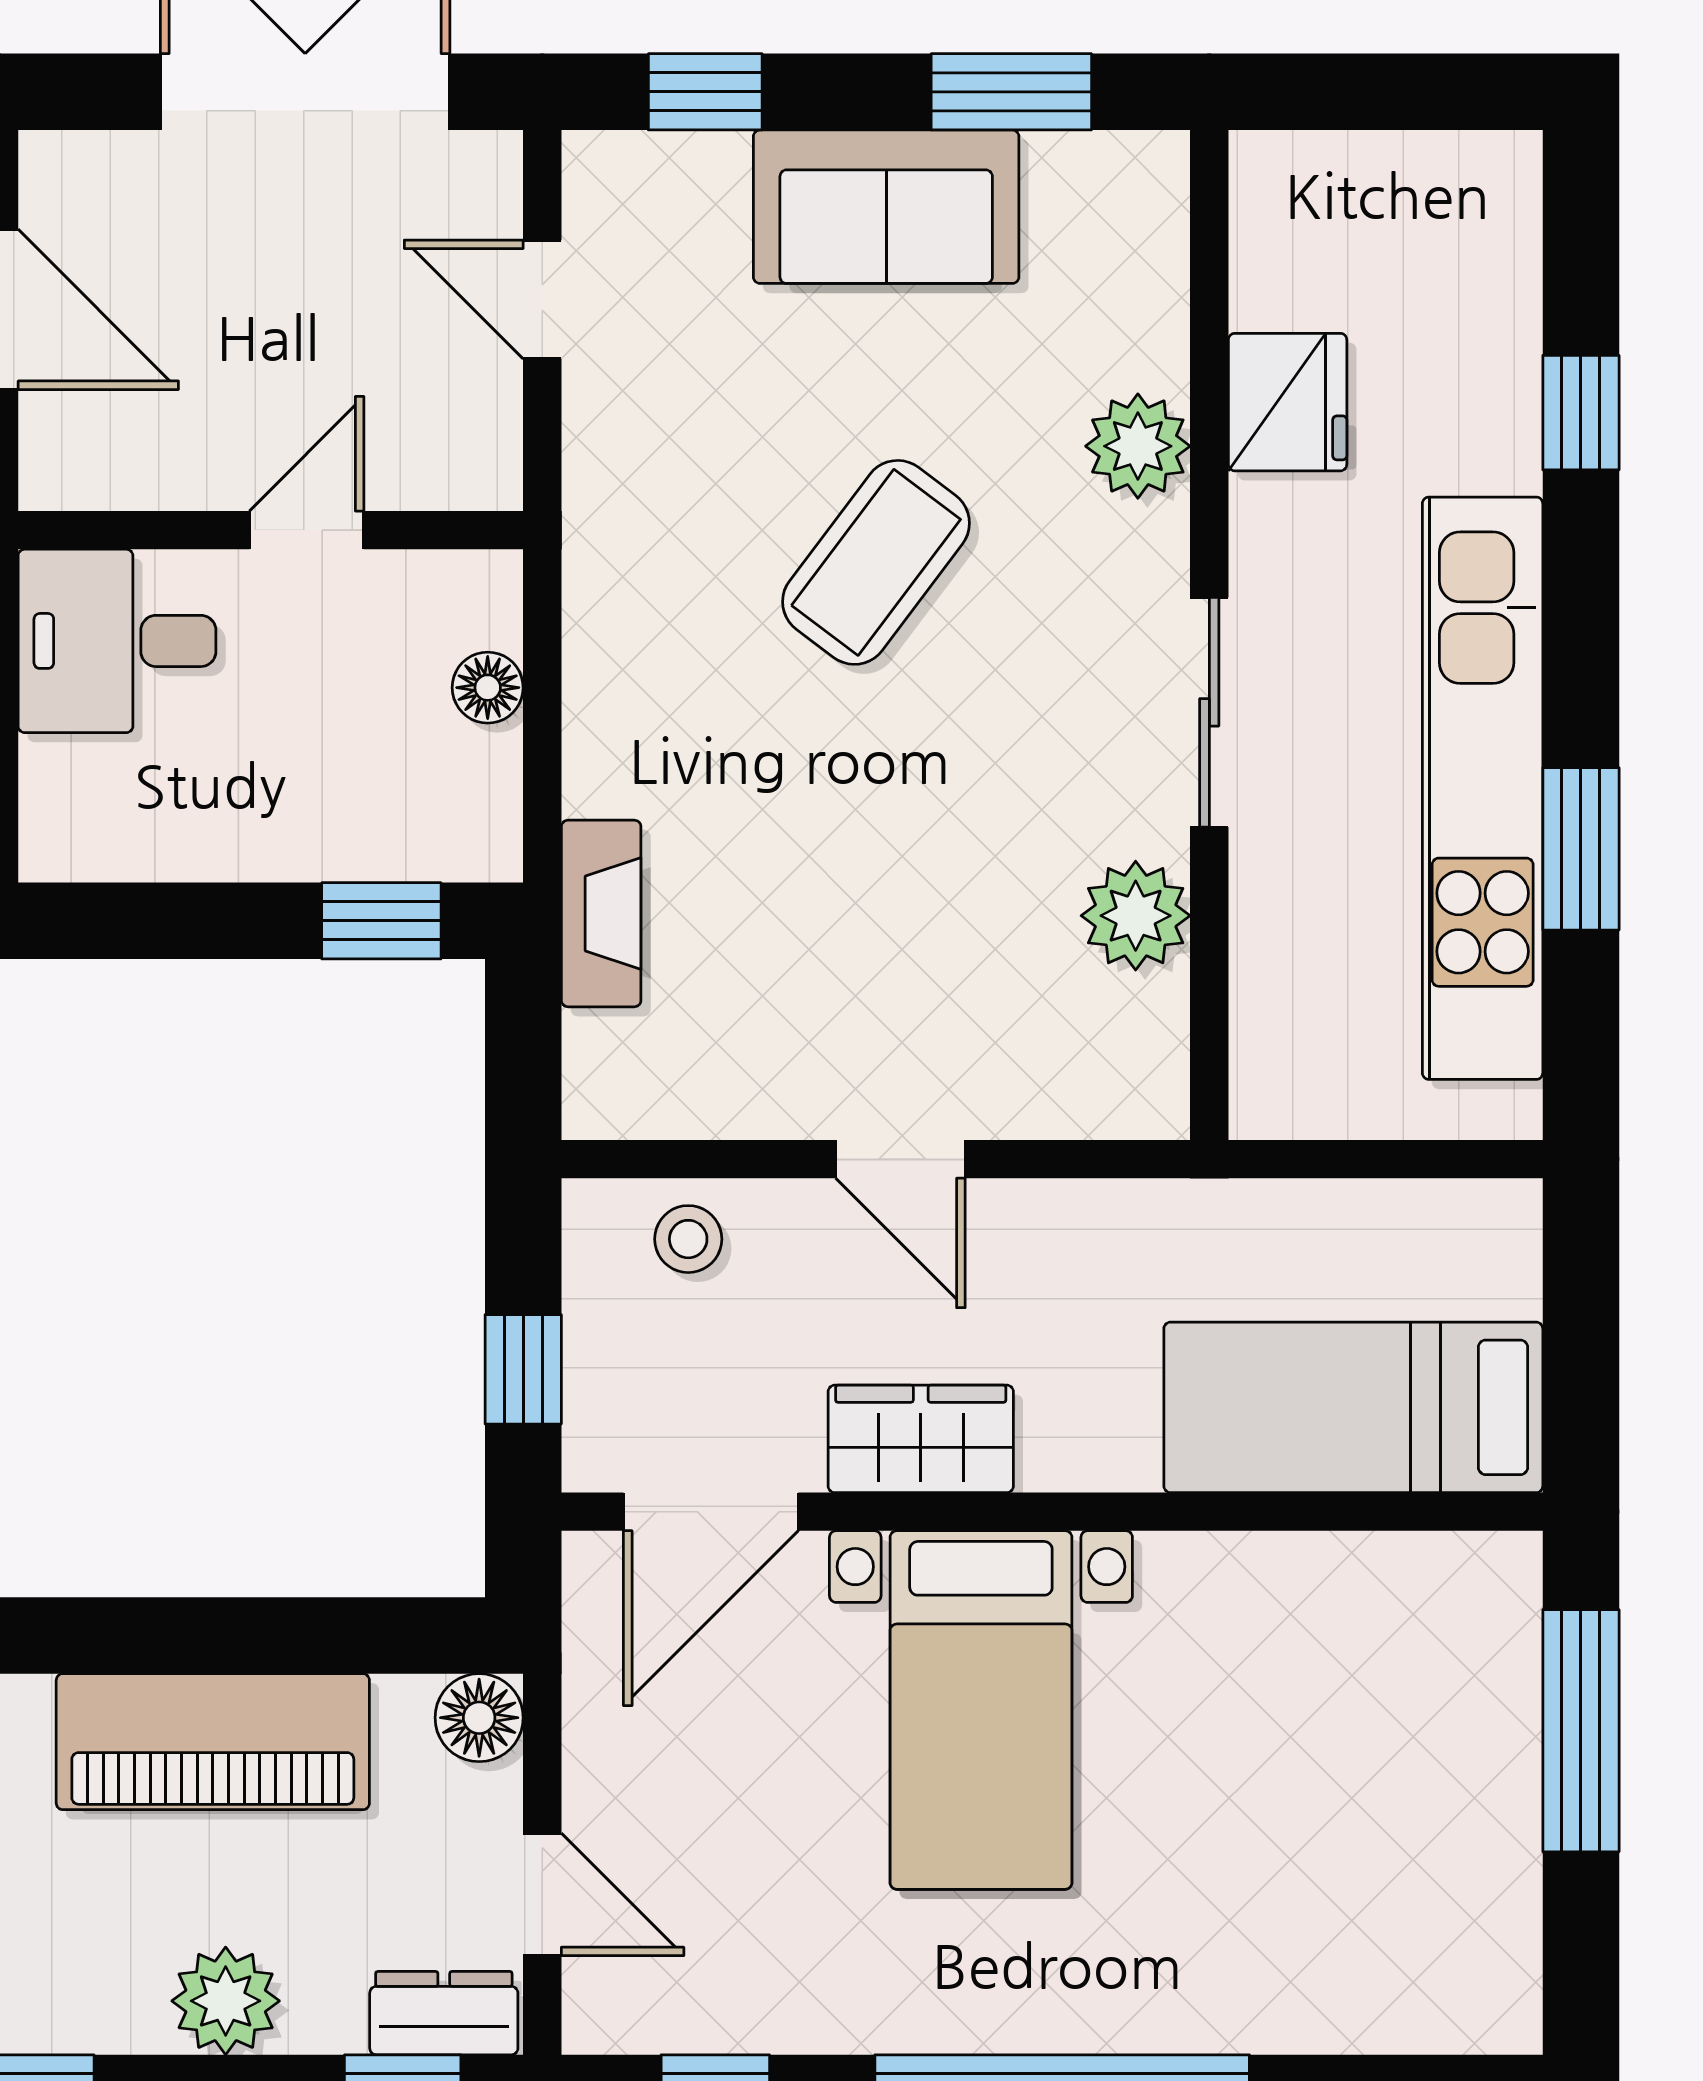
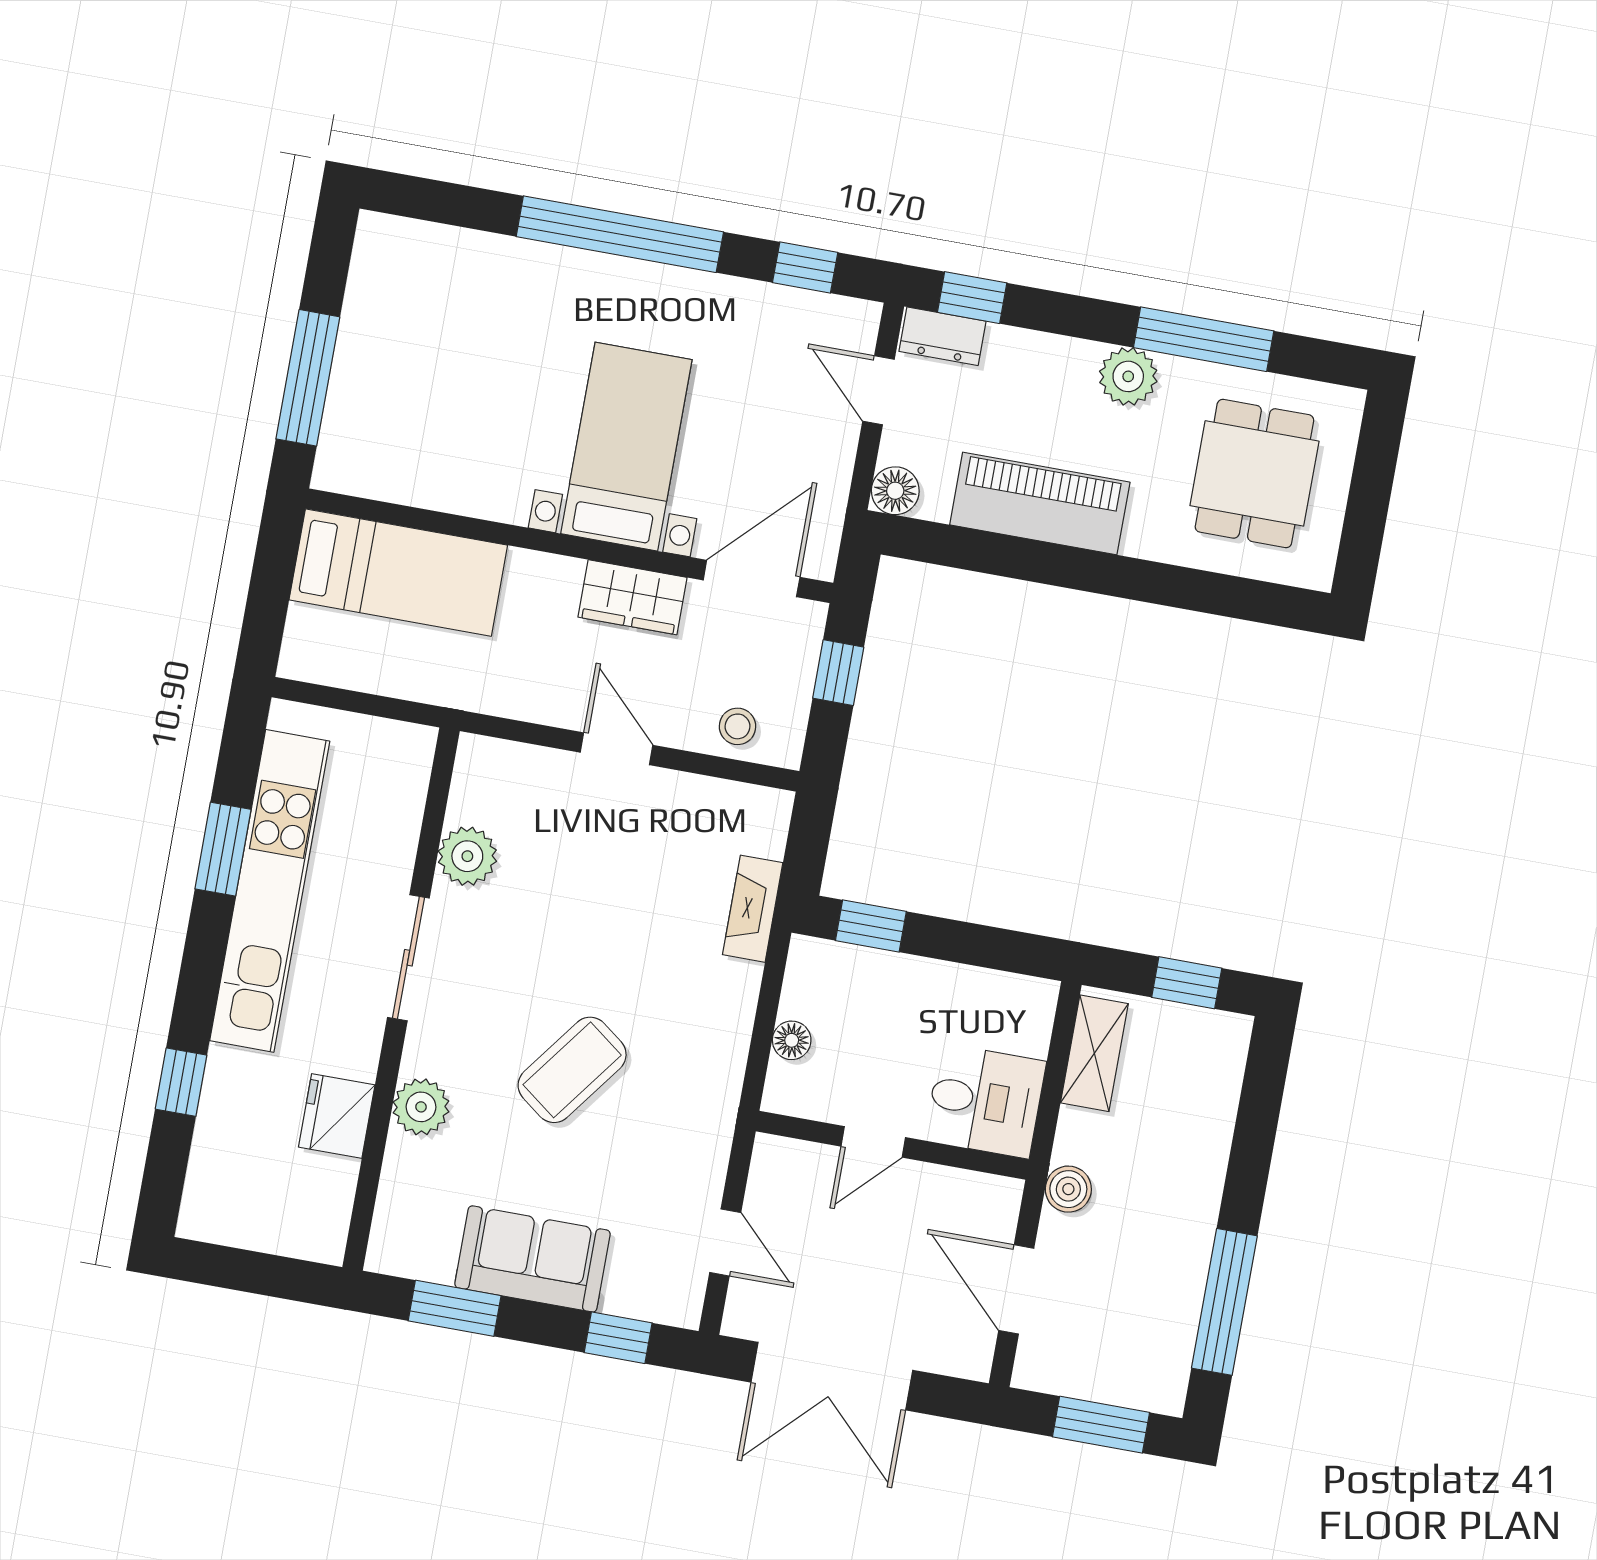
plant: (226, 2001) -> (1128, 376), moved

